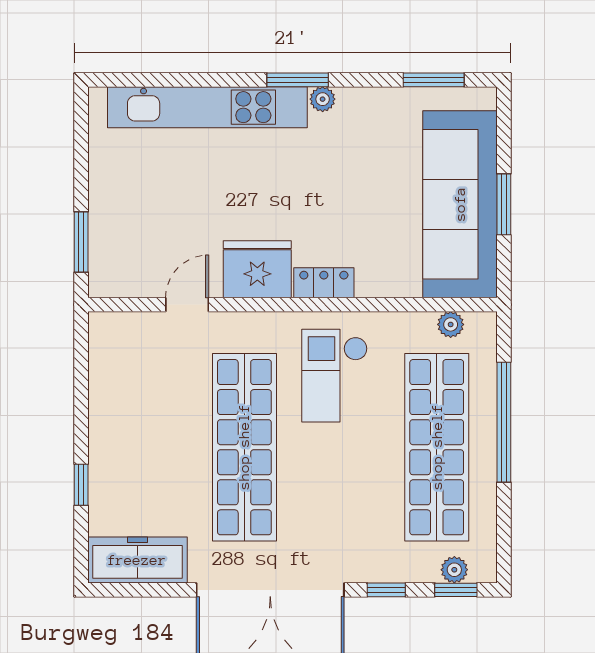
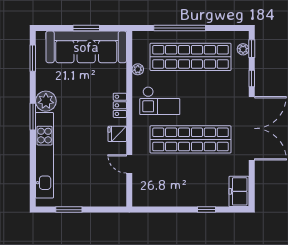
plant: (323, 99) -> (46, 101), width x1.88, depth x1.88
window: (81, 242) -> (69, 210), moved
fridge: (257, 269) -> (117, 134), width x0.53, depth x0.75
plant: (451, 324) -> (138, 69), moved
freezer: (137, 560) -> (239, 191), width x0.71

